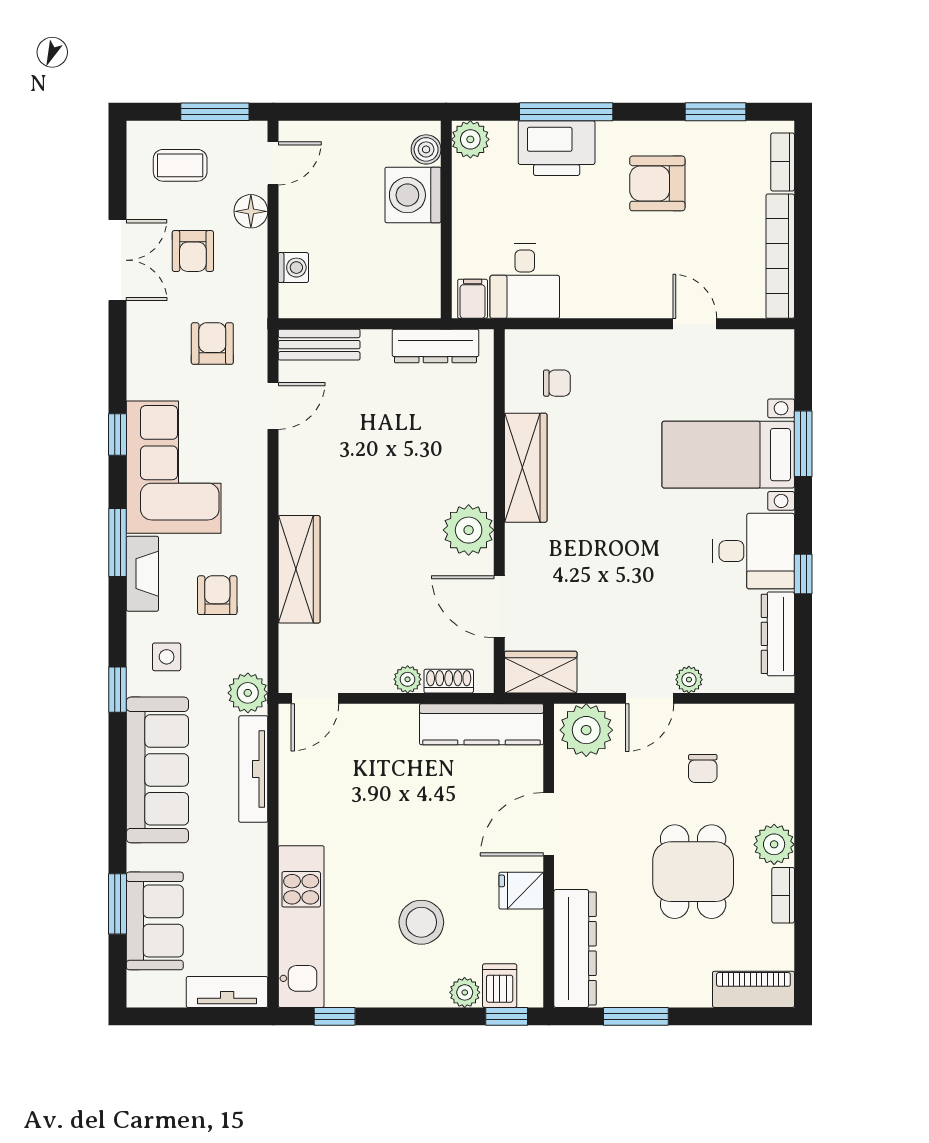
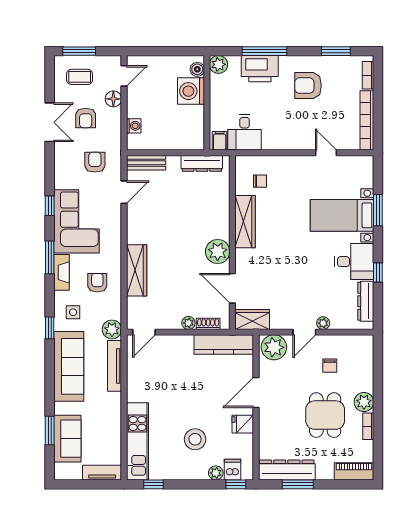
window: (215, 112) -> (79, 51), moved
dresser: (575, 948) -> (287, 470), moved, turned -90

